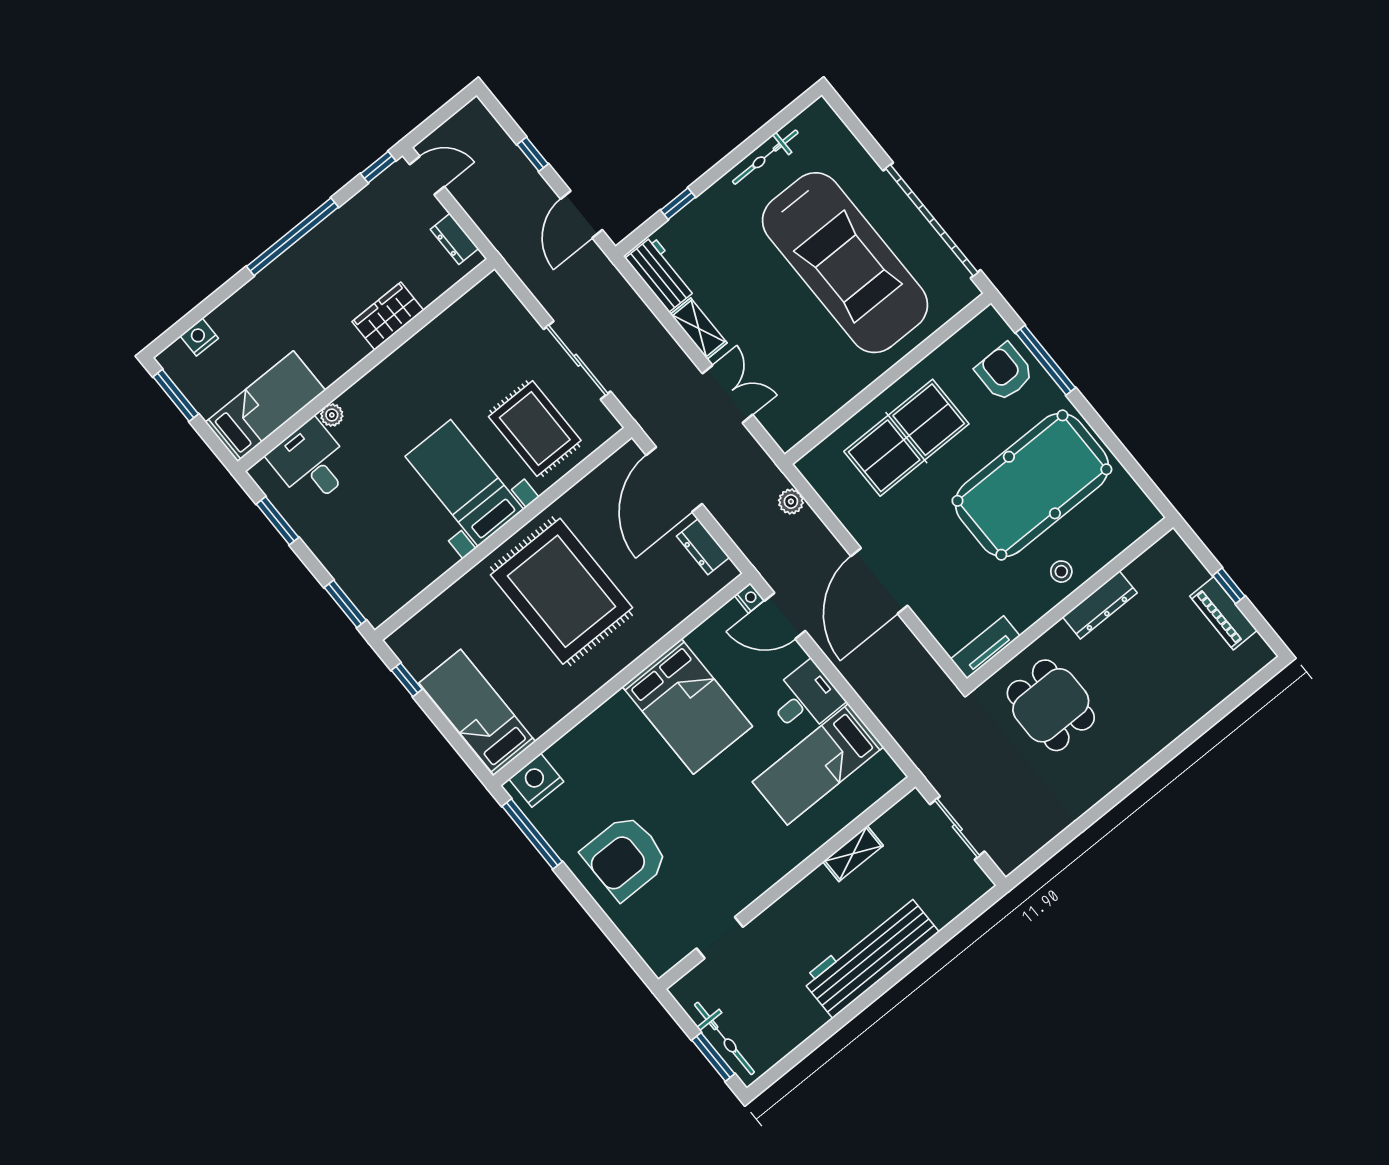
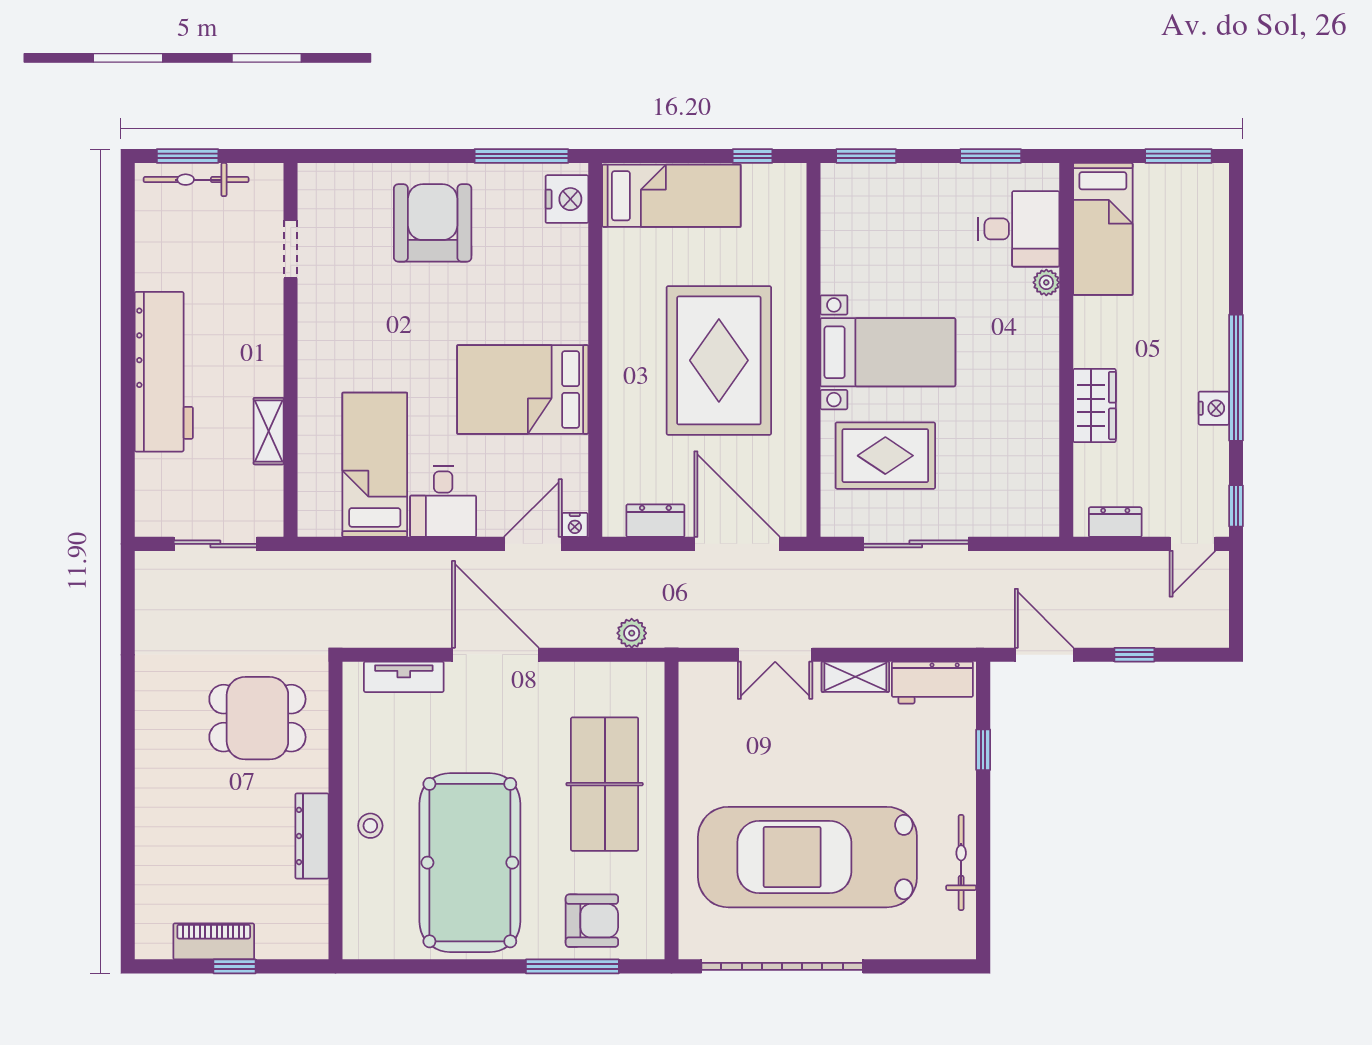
nightstand: (199, 337) -> (1214, 408), moved
rug: (562, 591) -> (719, 360), turned 90
tv unit: (985, 647) -> (404, 677), moved, turned 90

